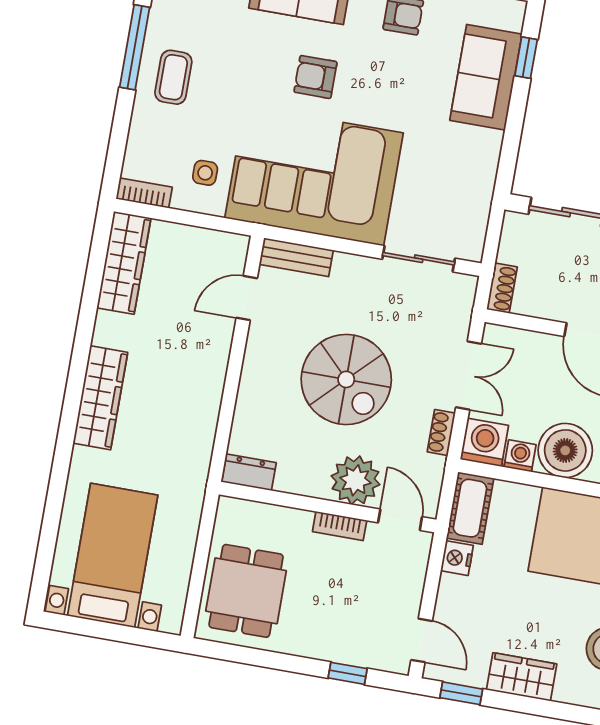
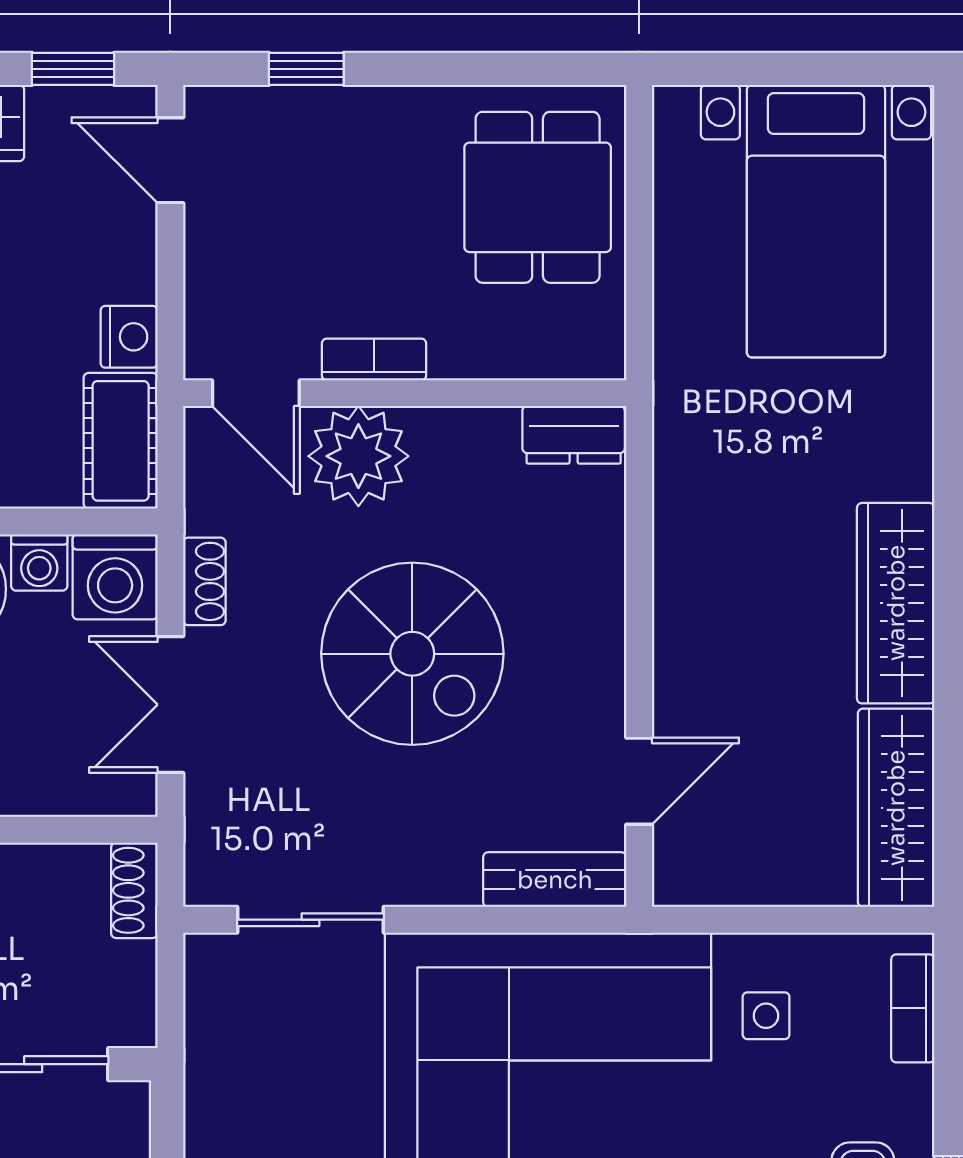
bookcase: (144, 193) -> (913, 1008), moved, turned 90
spiral stairs: (346, 379) -> (412, 654), turned 180
wardrobe: (100, 398) -> (896, 603), moved

